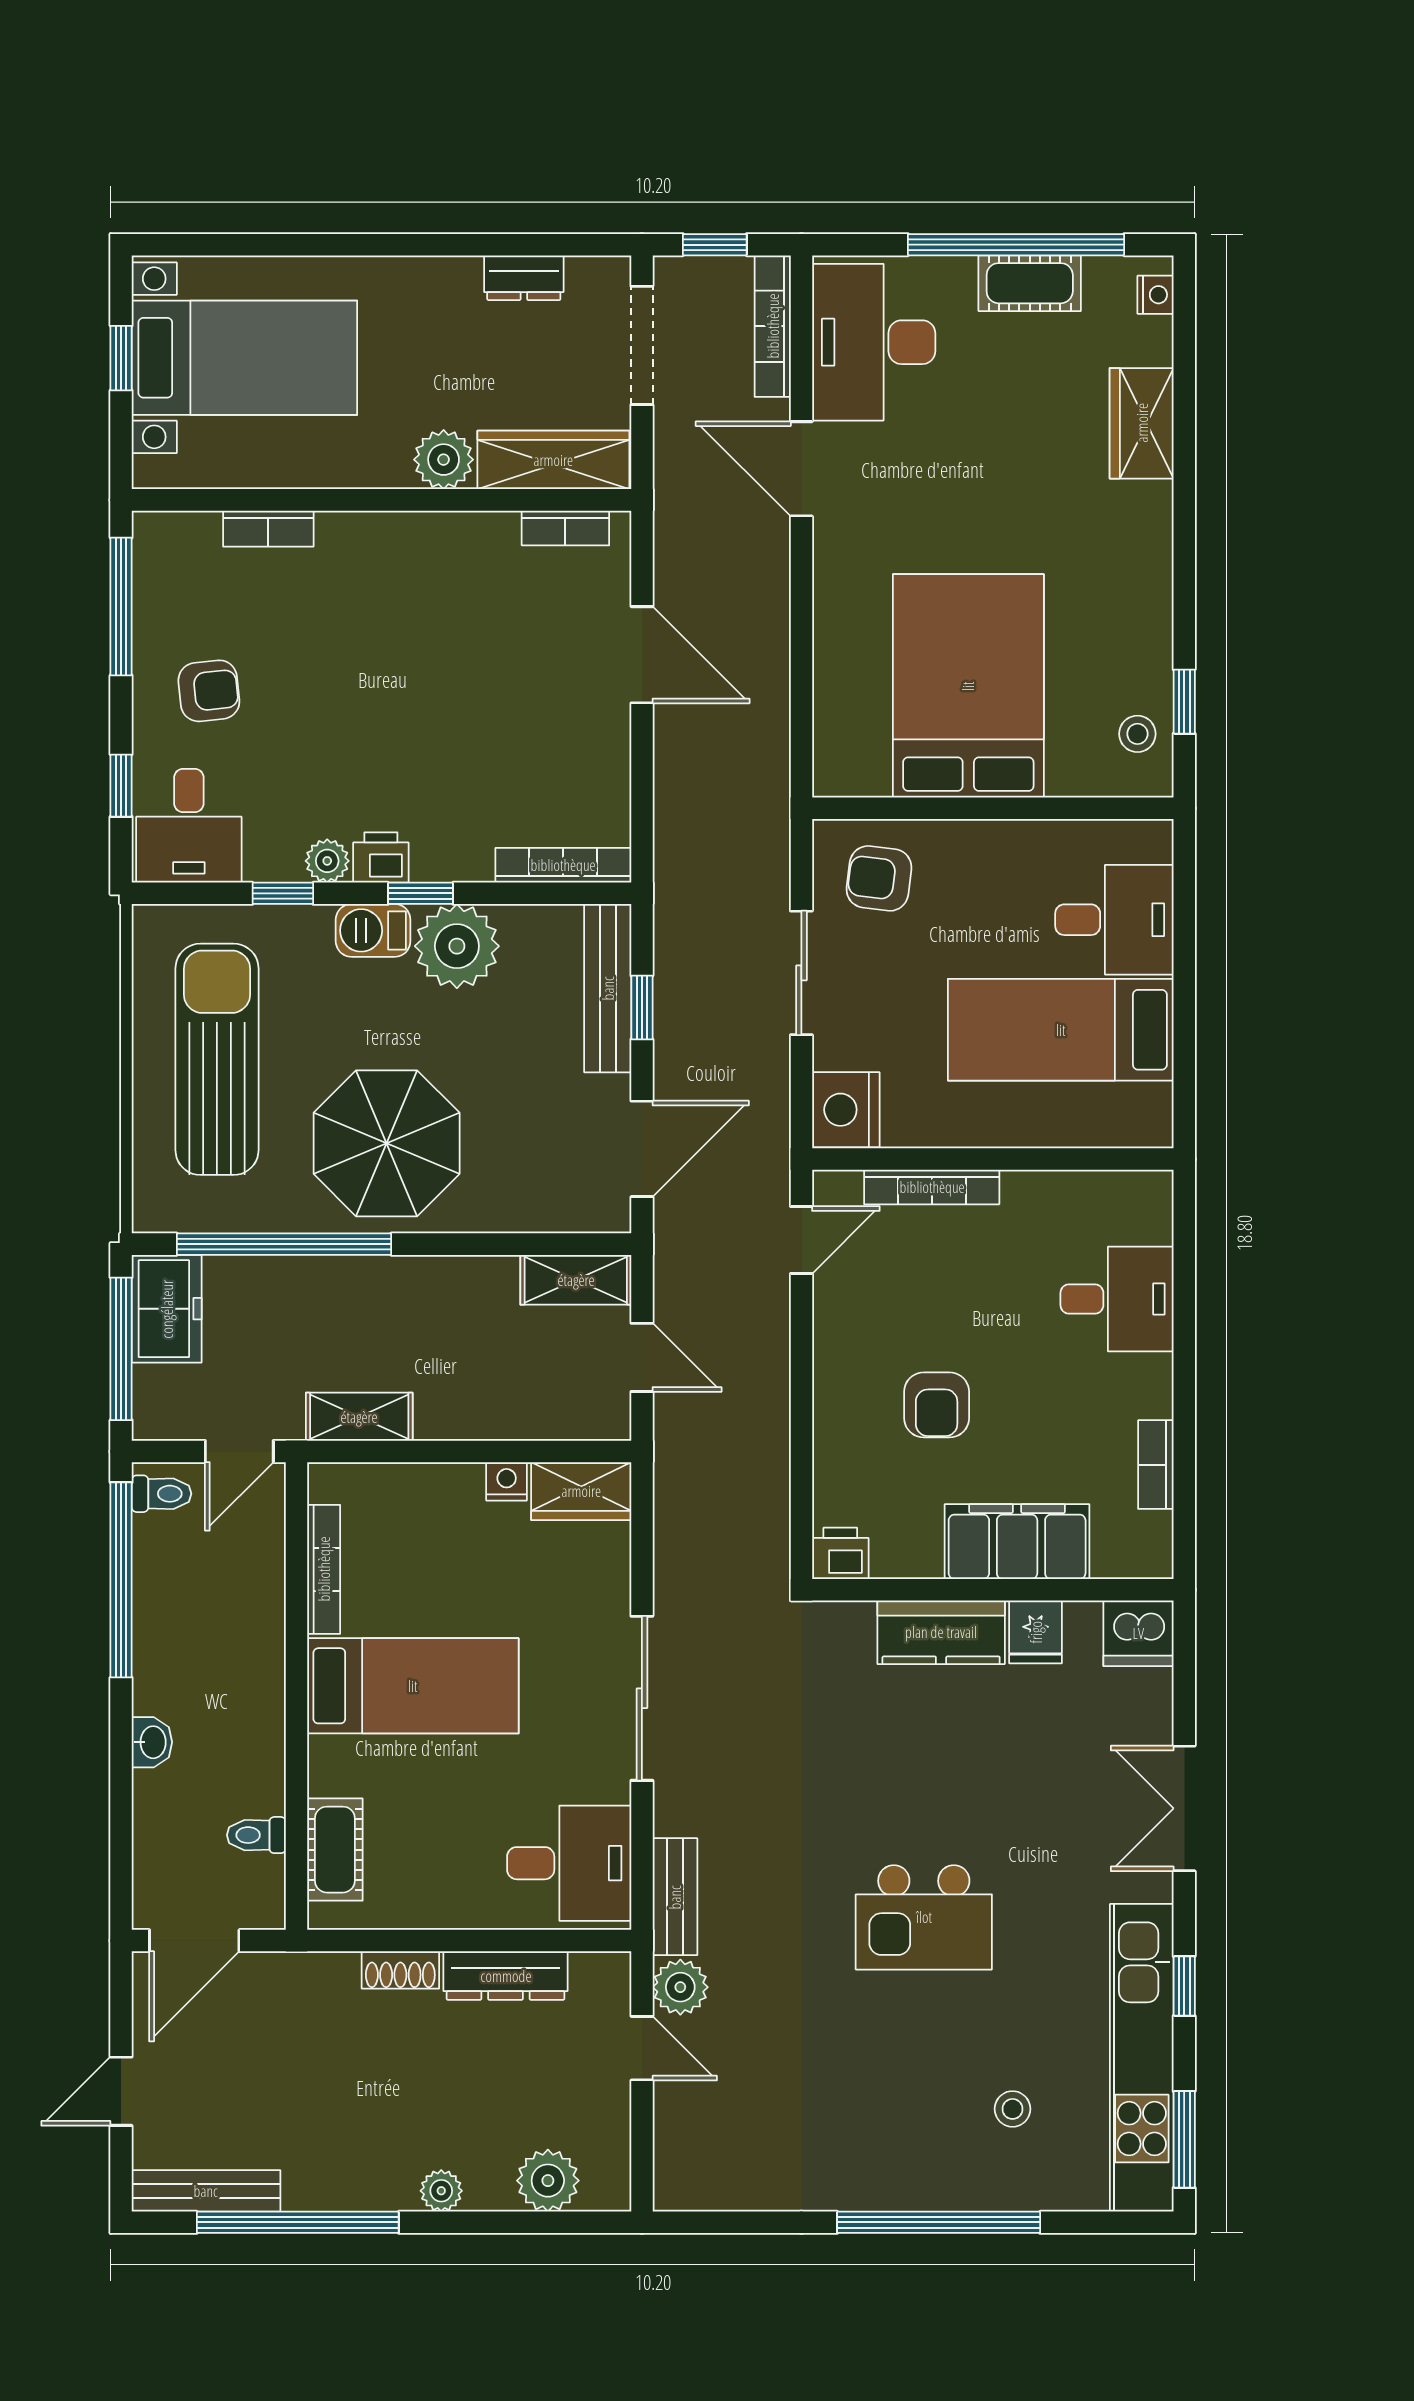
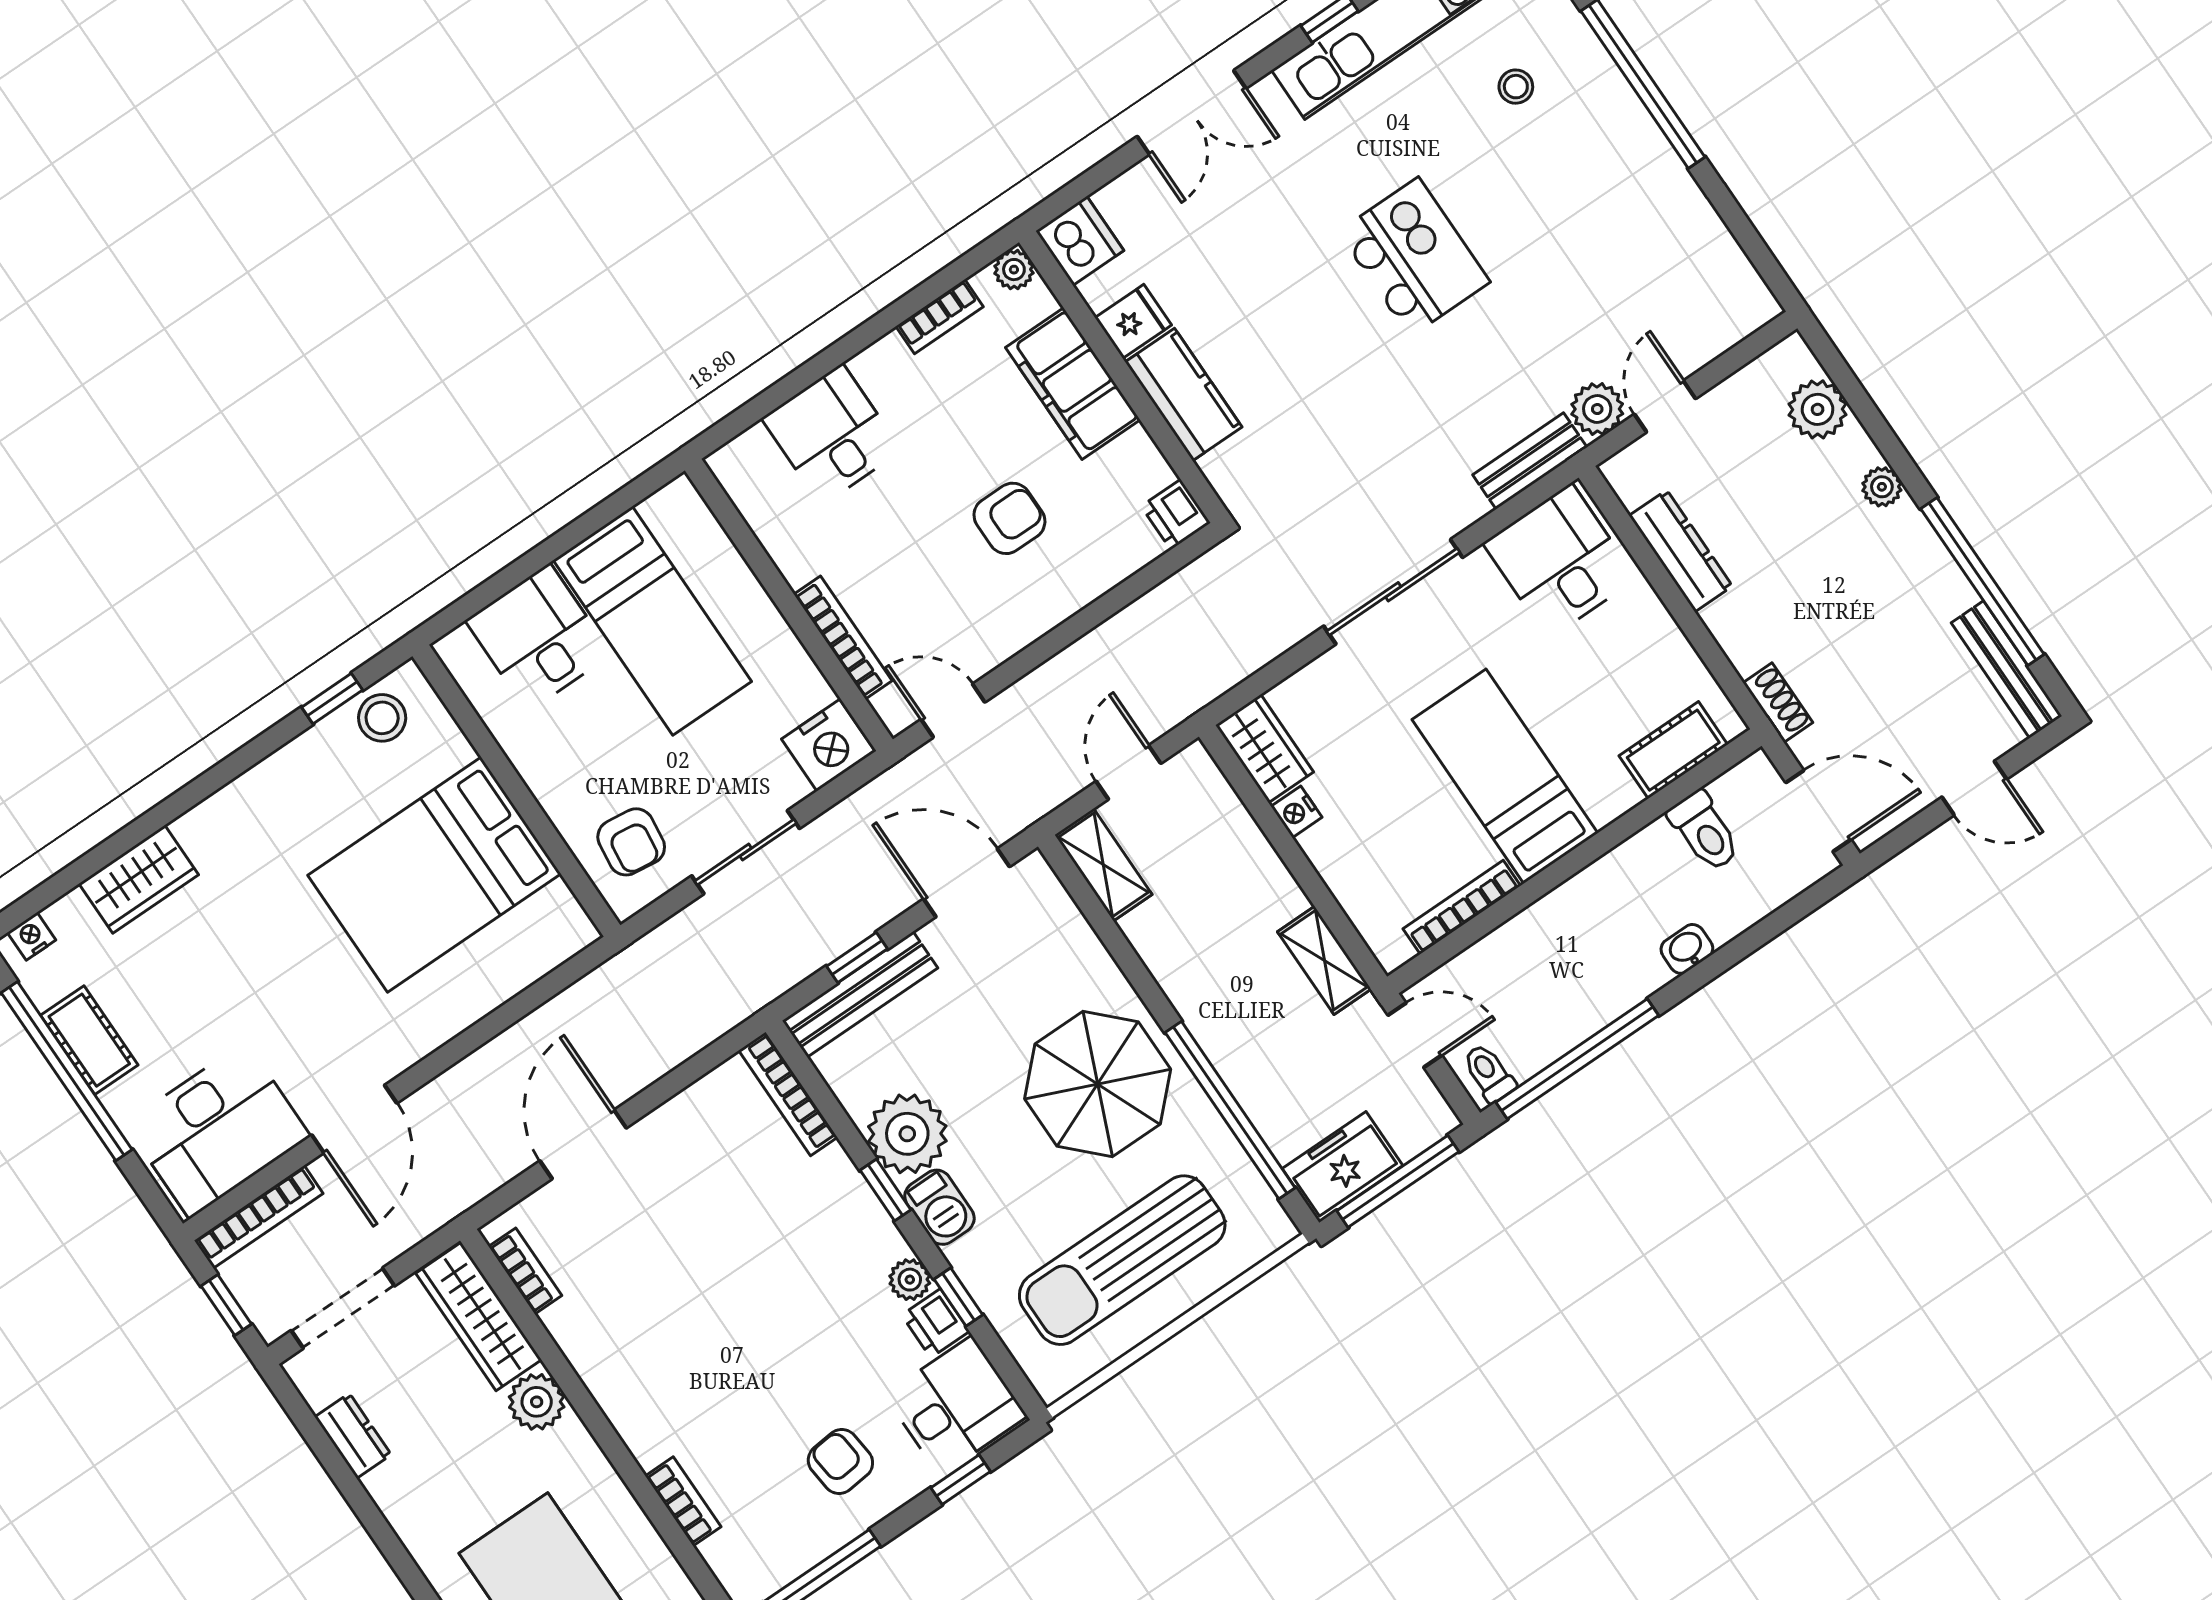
stool: (1137, 734) -> (382, 718), width x1.37, depth x1.37
printer: (381, 857) -> (936, 1323), moved
plant: (1153, 1558) -> (1014, 270), added
toilet: (256, 1835) -> (1704, 831), width x1.37, depth x1.39
shoe rack: (400, 1970) -> (1778, 703), moved

